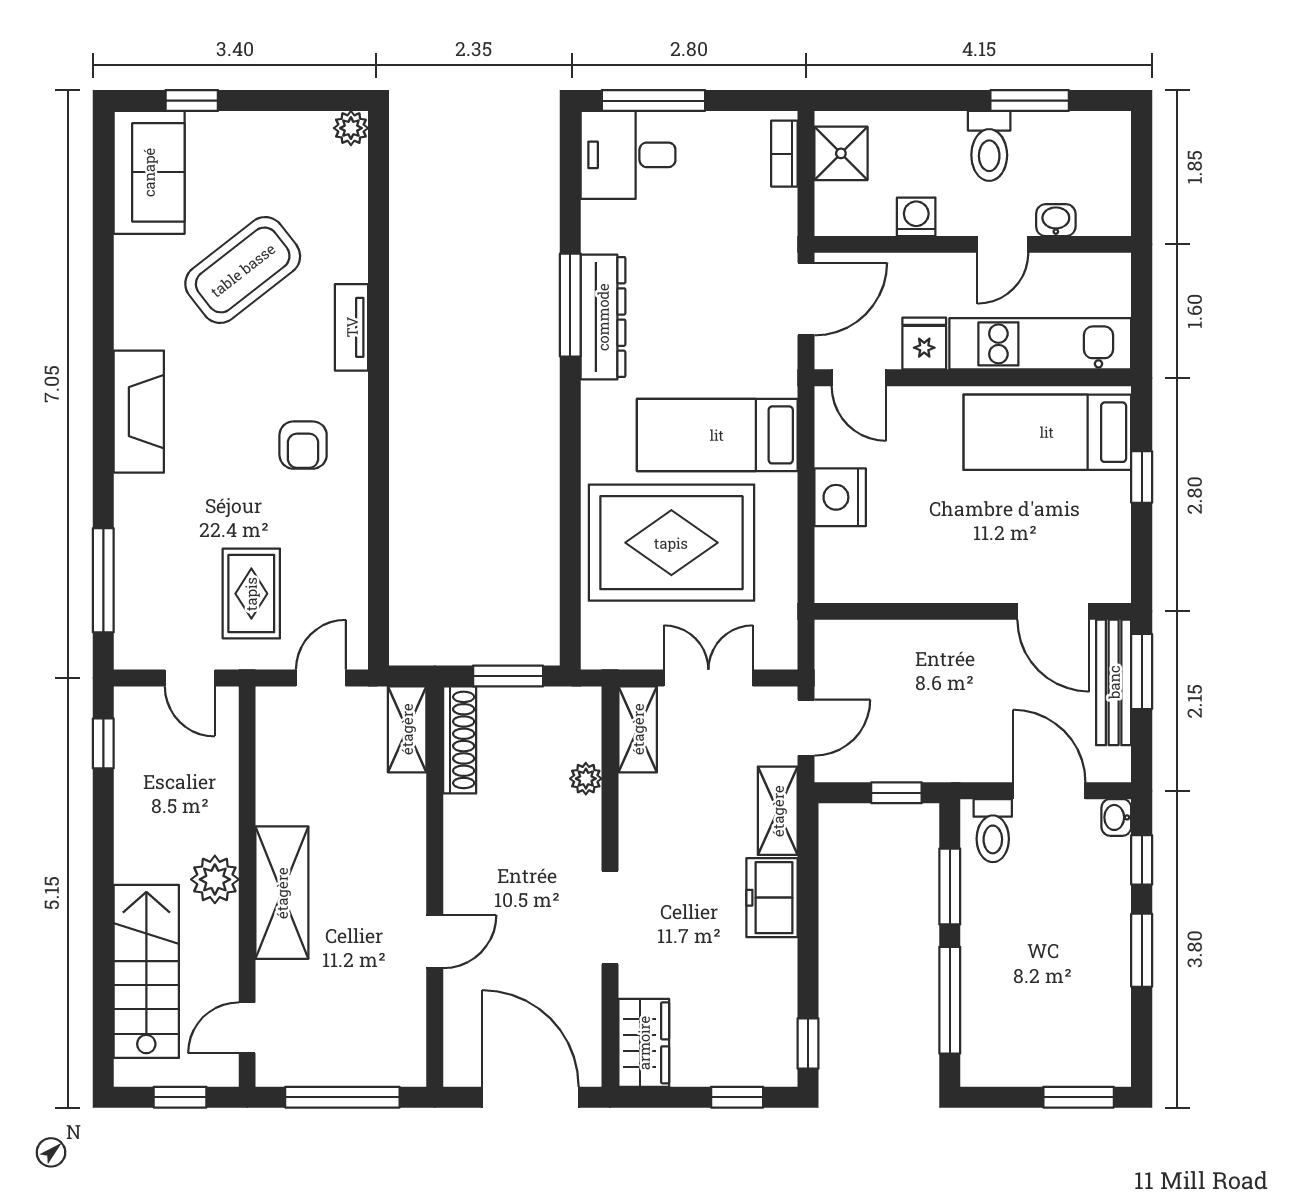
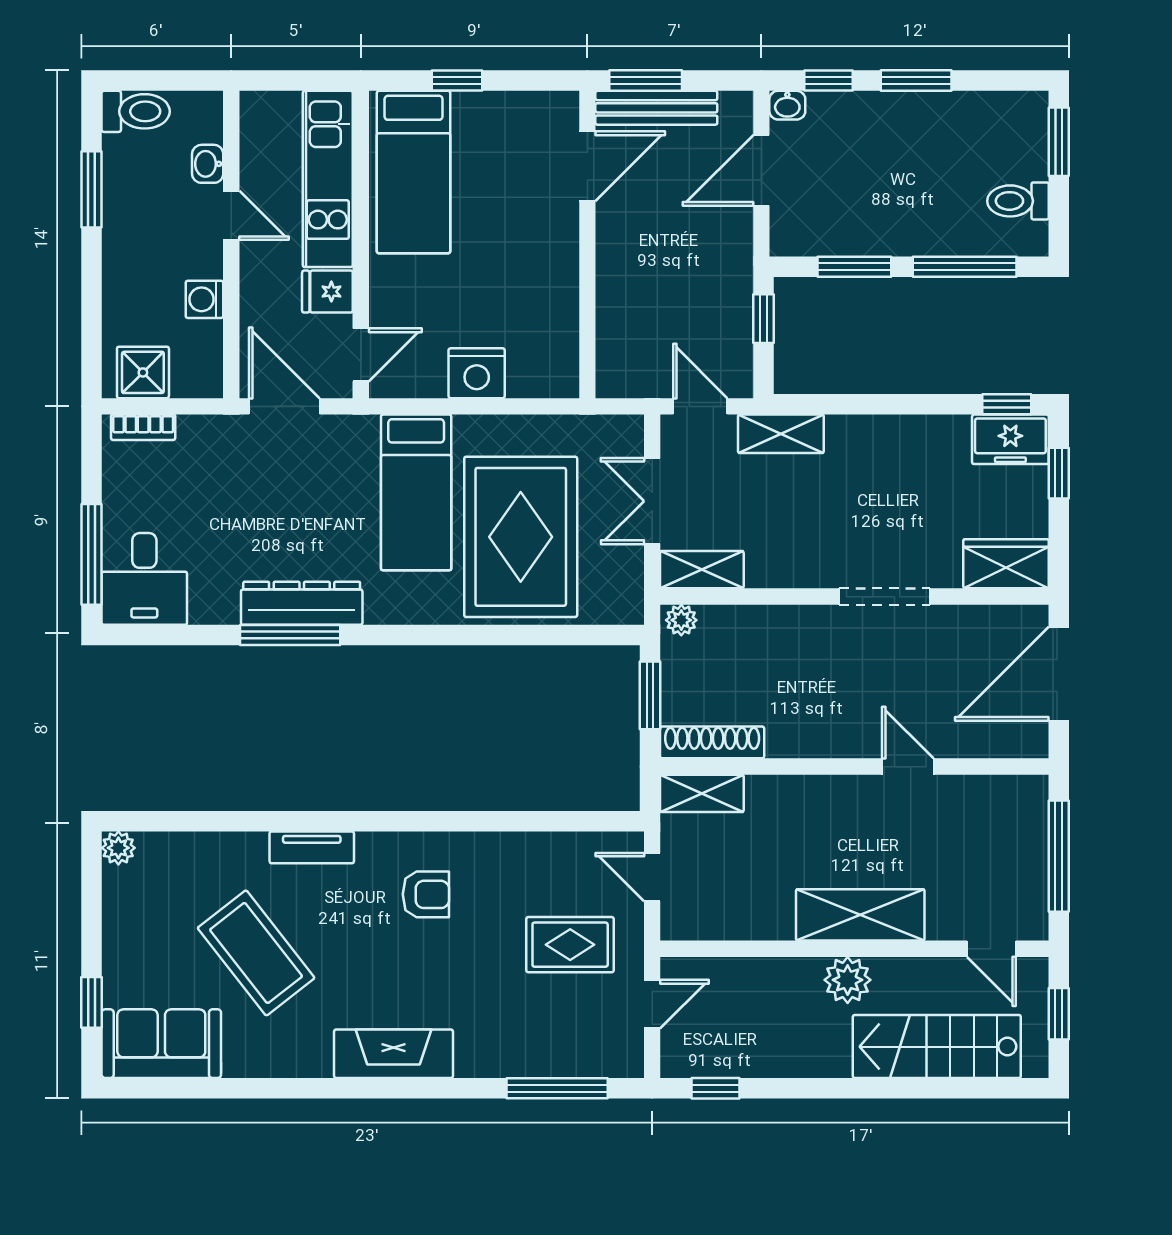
toilet: (989, 146) -> (136, 111), moved
plant: (586, 779) -> (681, 620), moved
toilet: (993, 831) -> (1018, 201), moved, turned 180
freezer: (772, 898) -> (1010, 439), moved

